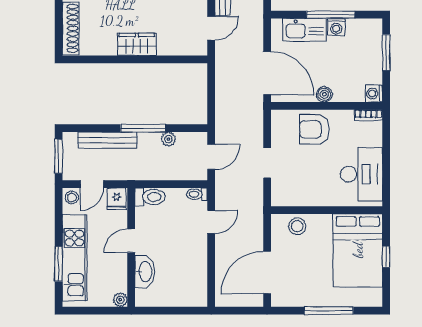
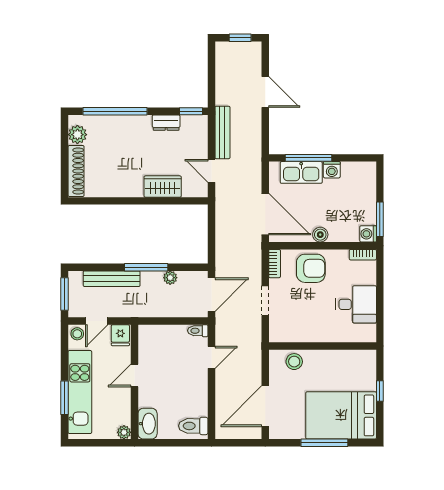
window: (331, 15) -> (308, 158), moved
door: (211, 28) -> (211, 171), swing flipped
wardrobe: (137, 44) -> (163, 187), moved
window: (386, 52) -> (380, 219), moved
bookcase: (277, 124) -> (275, 264), added
armchair: (314, 129) -> (311, 268), turned 180
door: (211, 157) -> (211, 295), width x1.38
desk: (361, 174) -> (356, 304), width x0.73
toilet: (150, 197) -> (193, 426), moved, turned 180
bed: (358, 250) -> (341, 415), moved, turned 90
washbasin: (145, 272) -> (148, 424), moved

